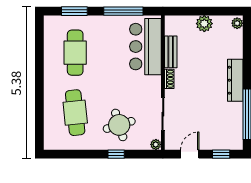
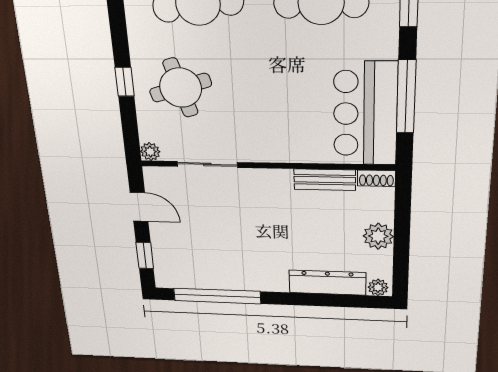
bar counter: (145, 47) -> (365, 114), moved, turned -90
shoe rack: (169, 79) -> (376, 178), moved
dresser: (235, 80) -> (327, 283), moved

